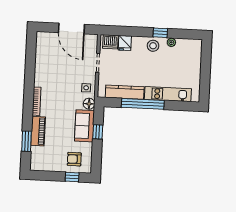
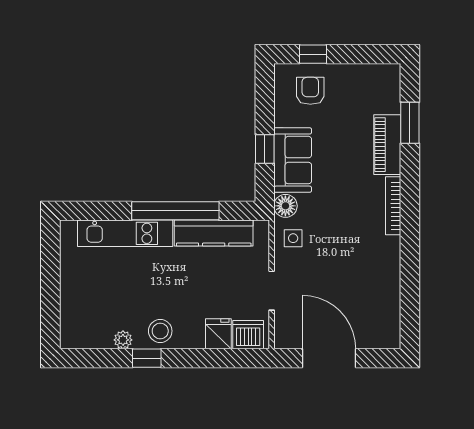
armchair: (74, 159) -> (310, 91), turned -90

